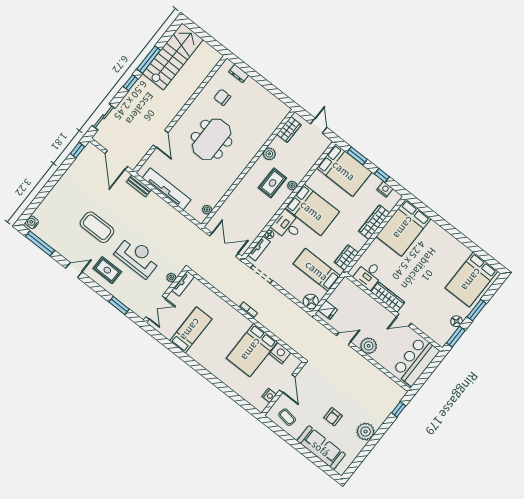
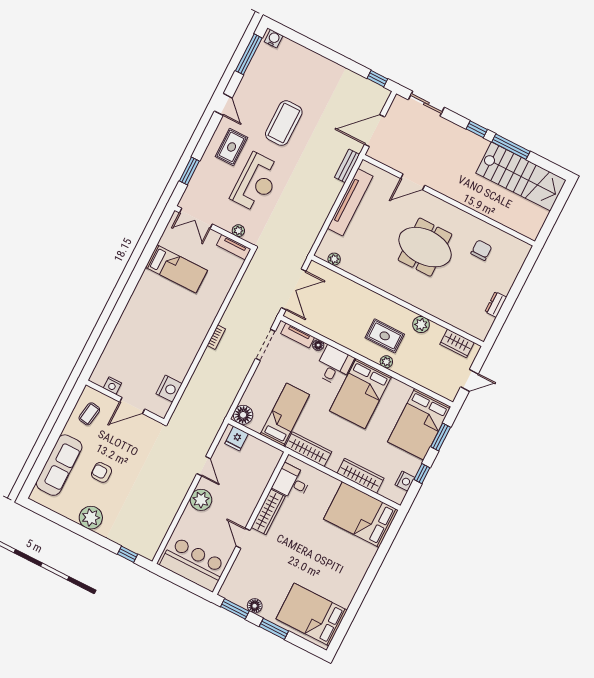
dresser: (239, 74) -> (496, 304), moved
wardrobe: (346, 258) -> (308, 449), width x1.50
bed: (252, 350) -> (166, 352), removed

